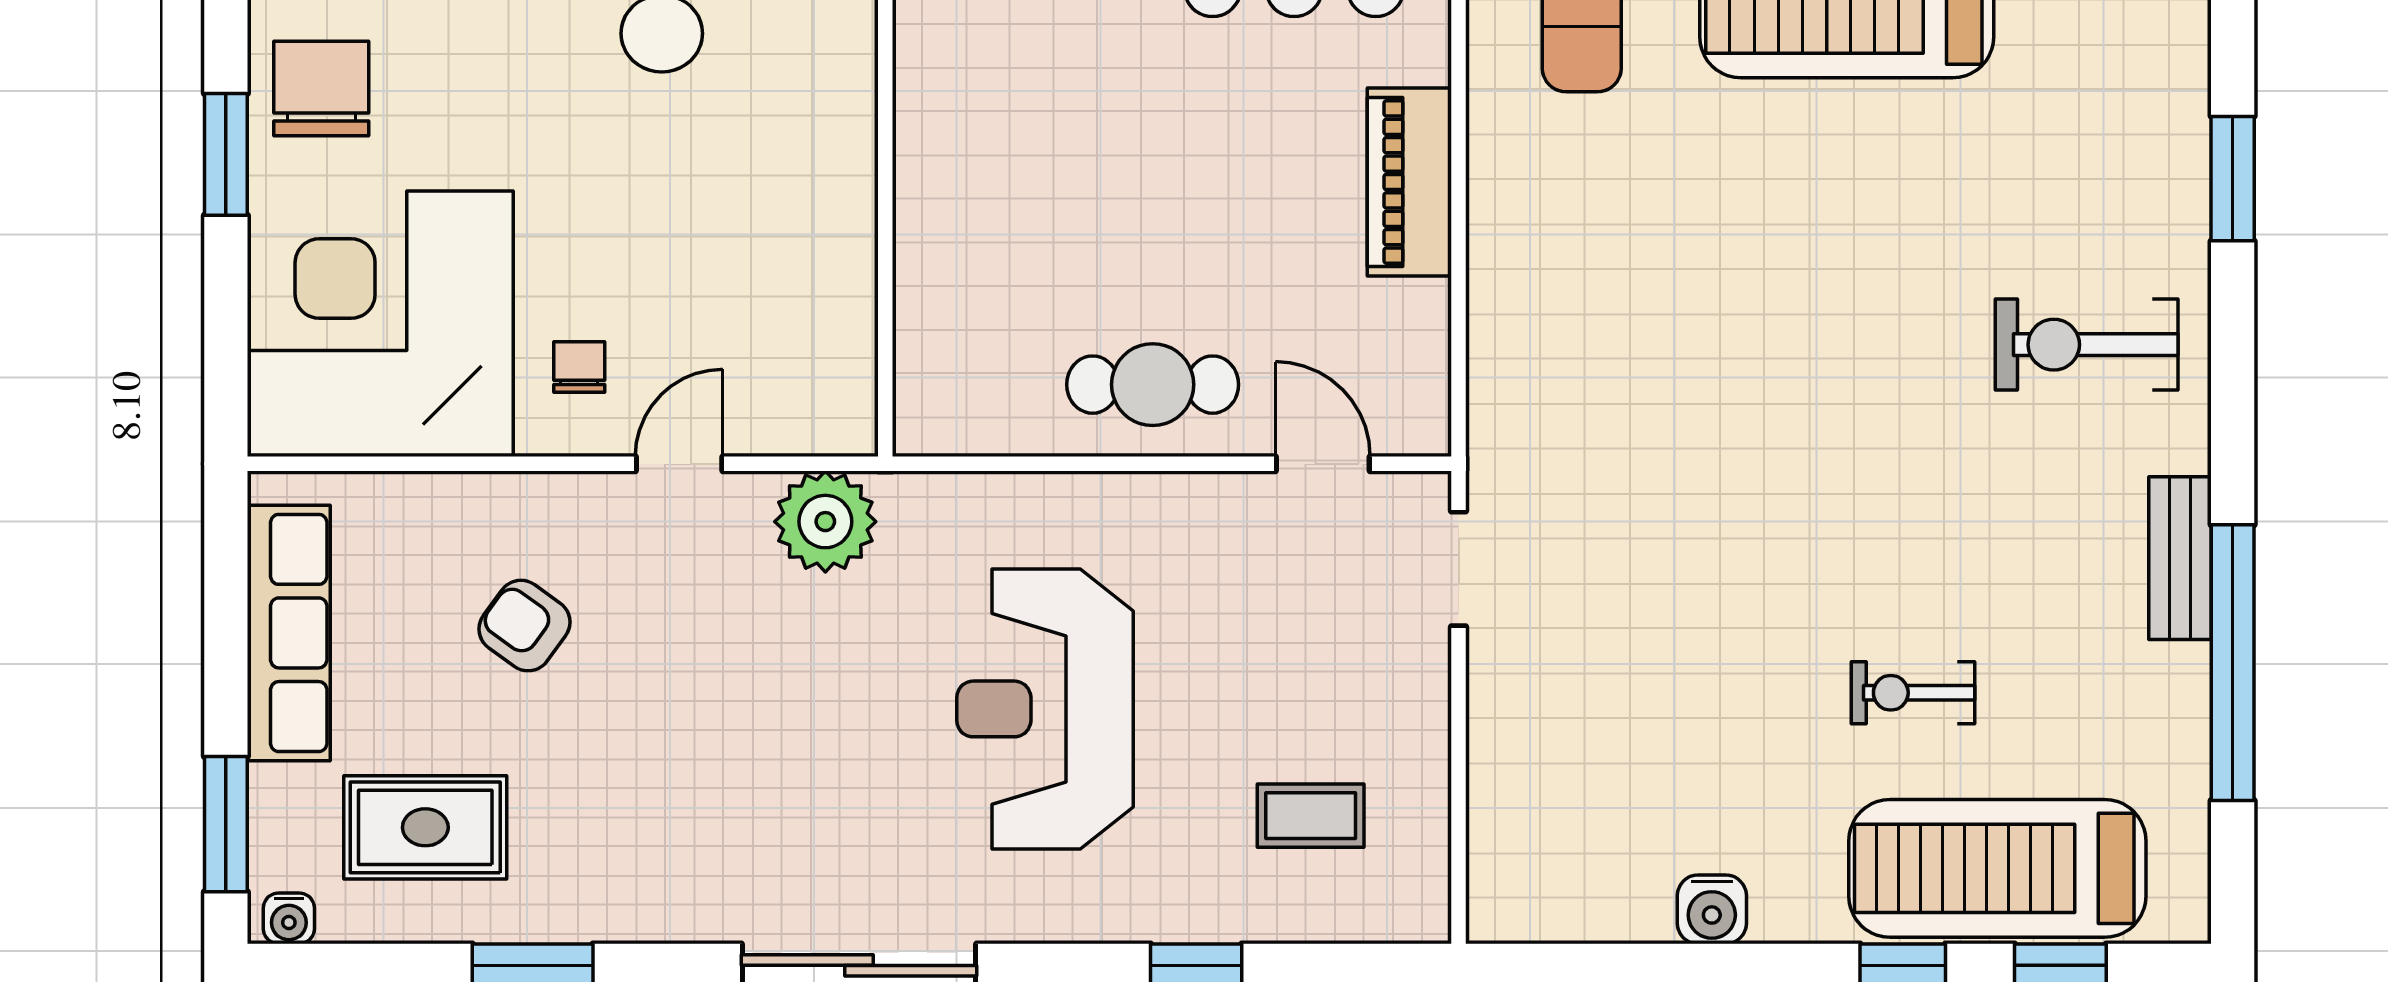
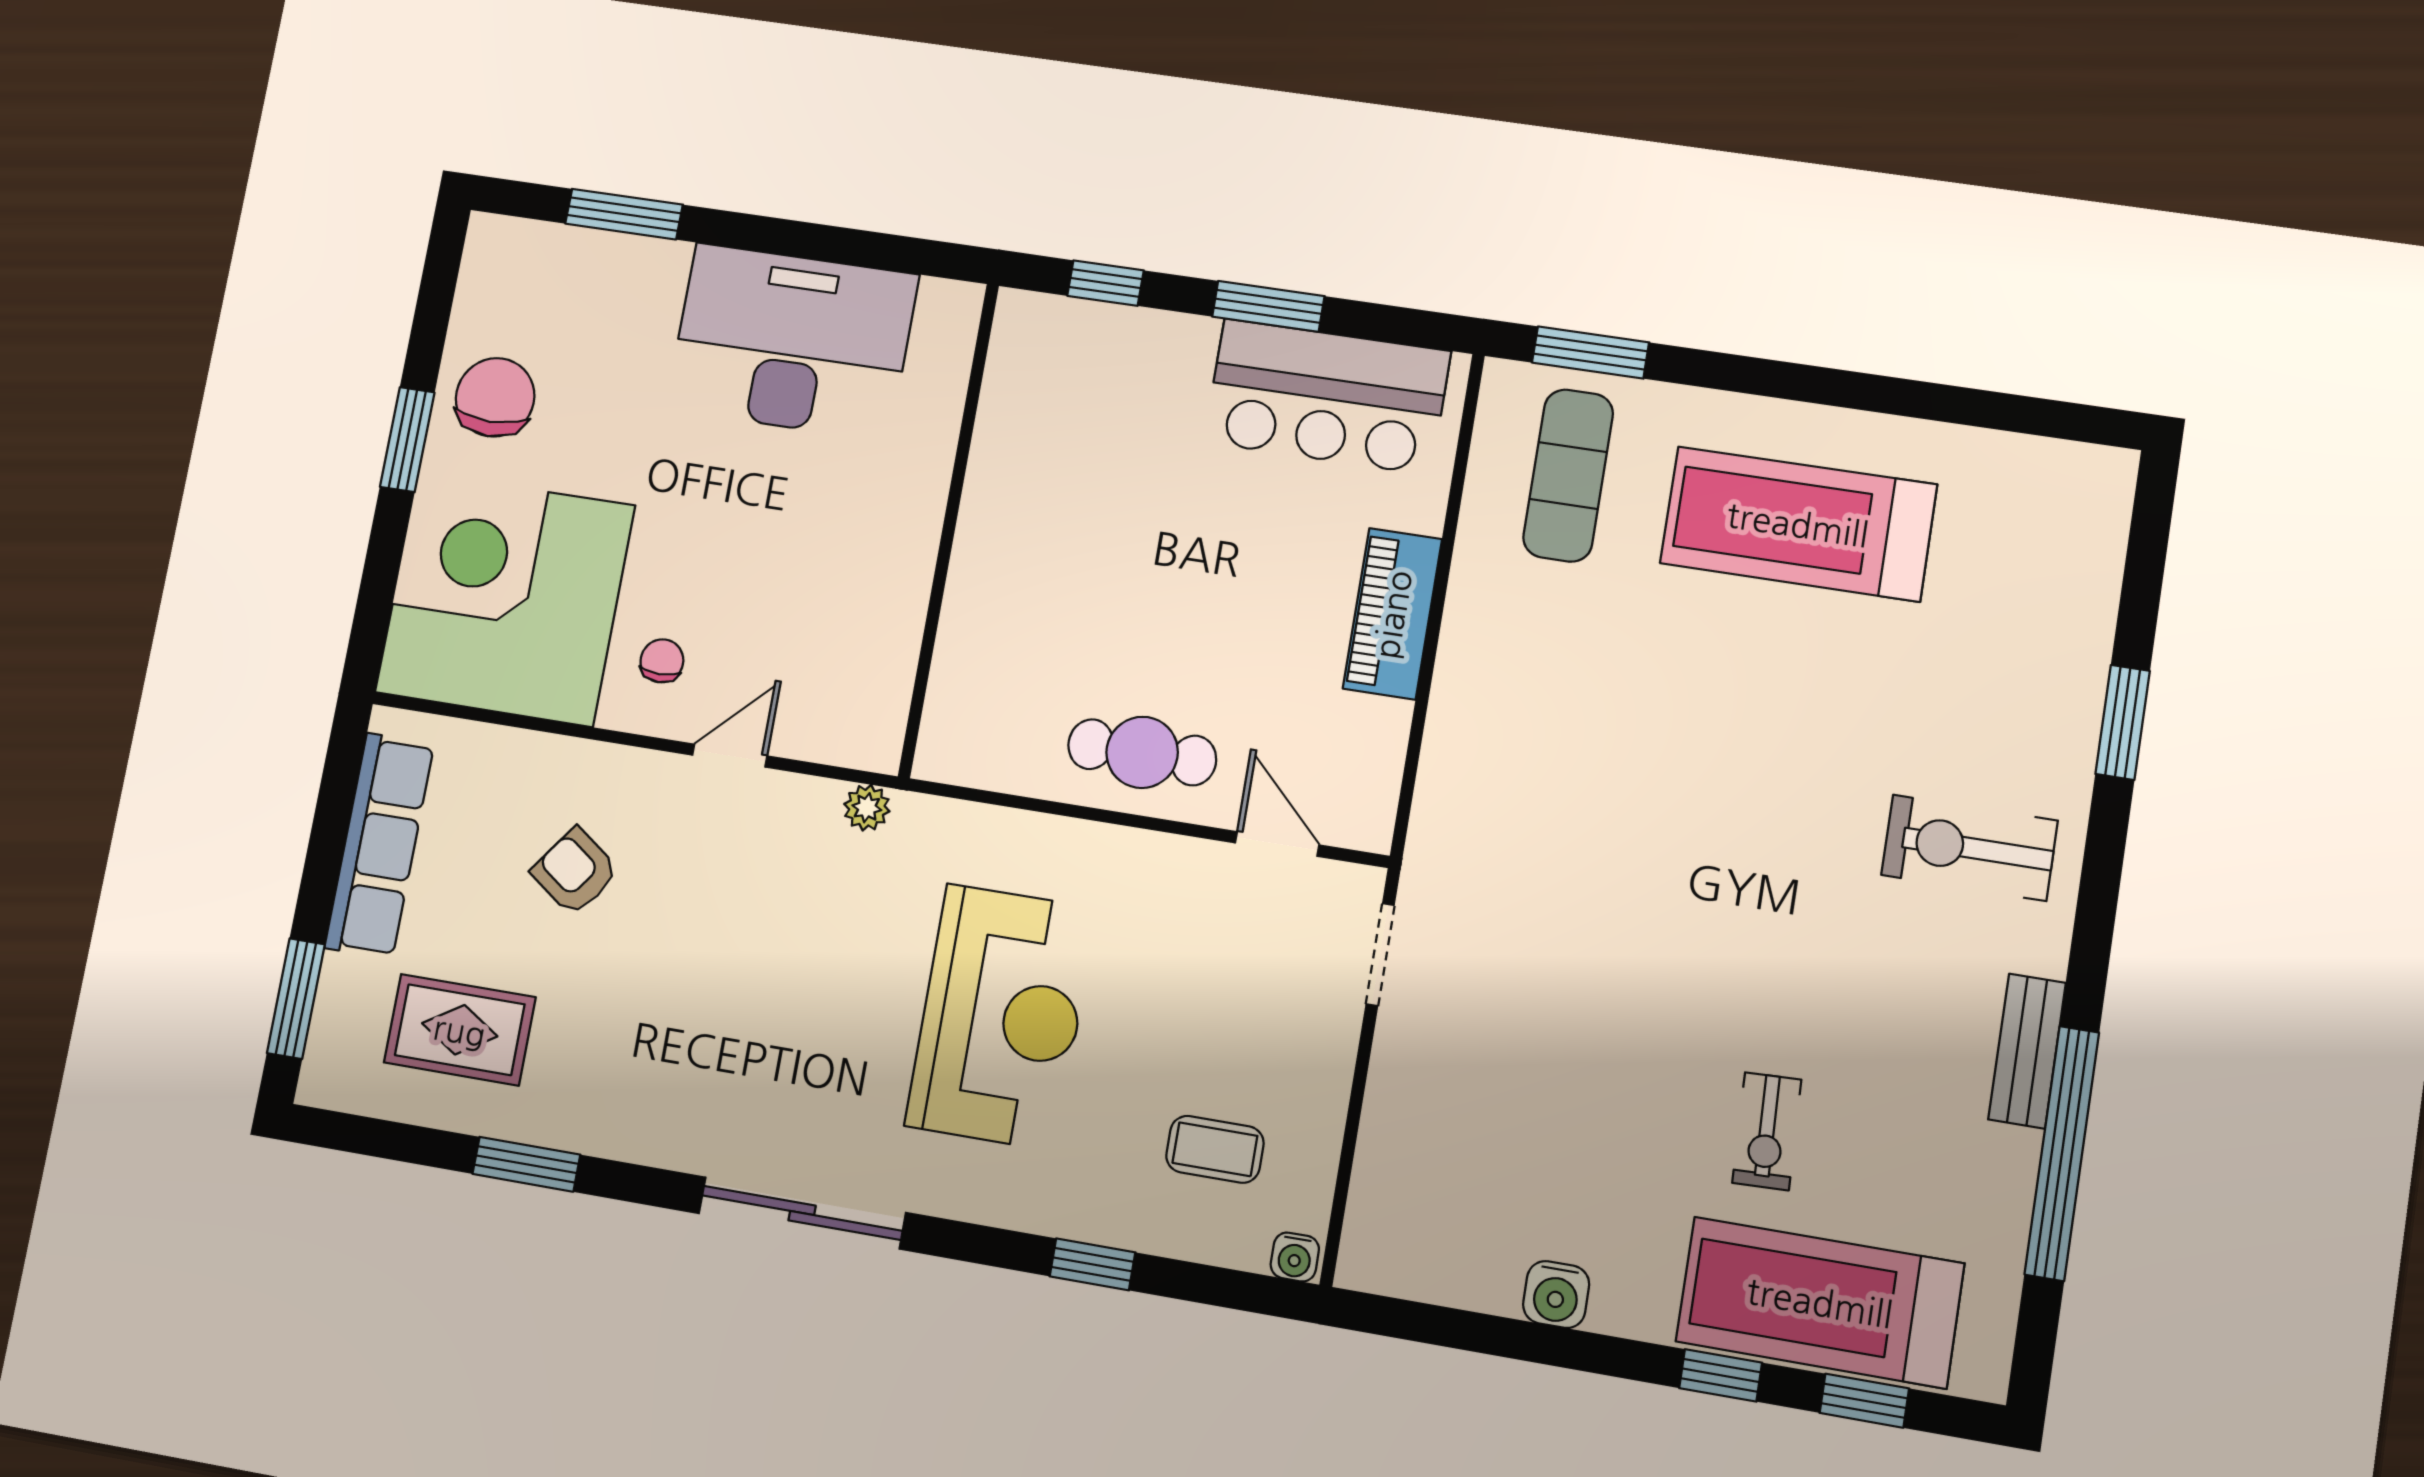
plant: (825, 522) -> (867, 808), width x0.53, depth x0.53
exercise bike: (1913, 693) -> (1767, 1131), turned -92
reception desk: (1045, 709) -> (1001, 1017), turned 180
water cooler: (289, 918) -> (1295, 1257), moved

